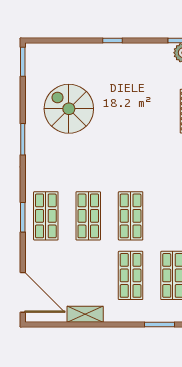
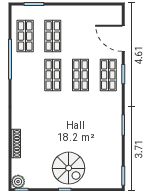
spiral stairs: (69, 109) -> (69, 168), moved
door: (23, 292) -> (123, 38), moved
shelving: (85, 314) -> (83, 11), removed

